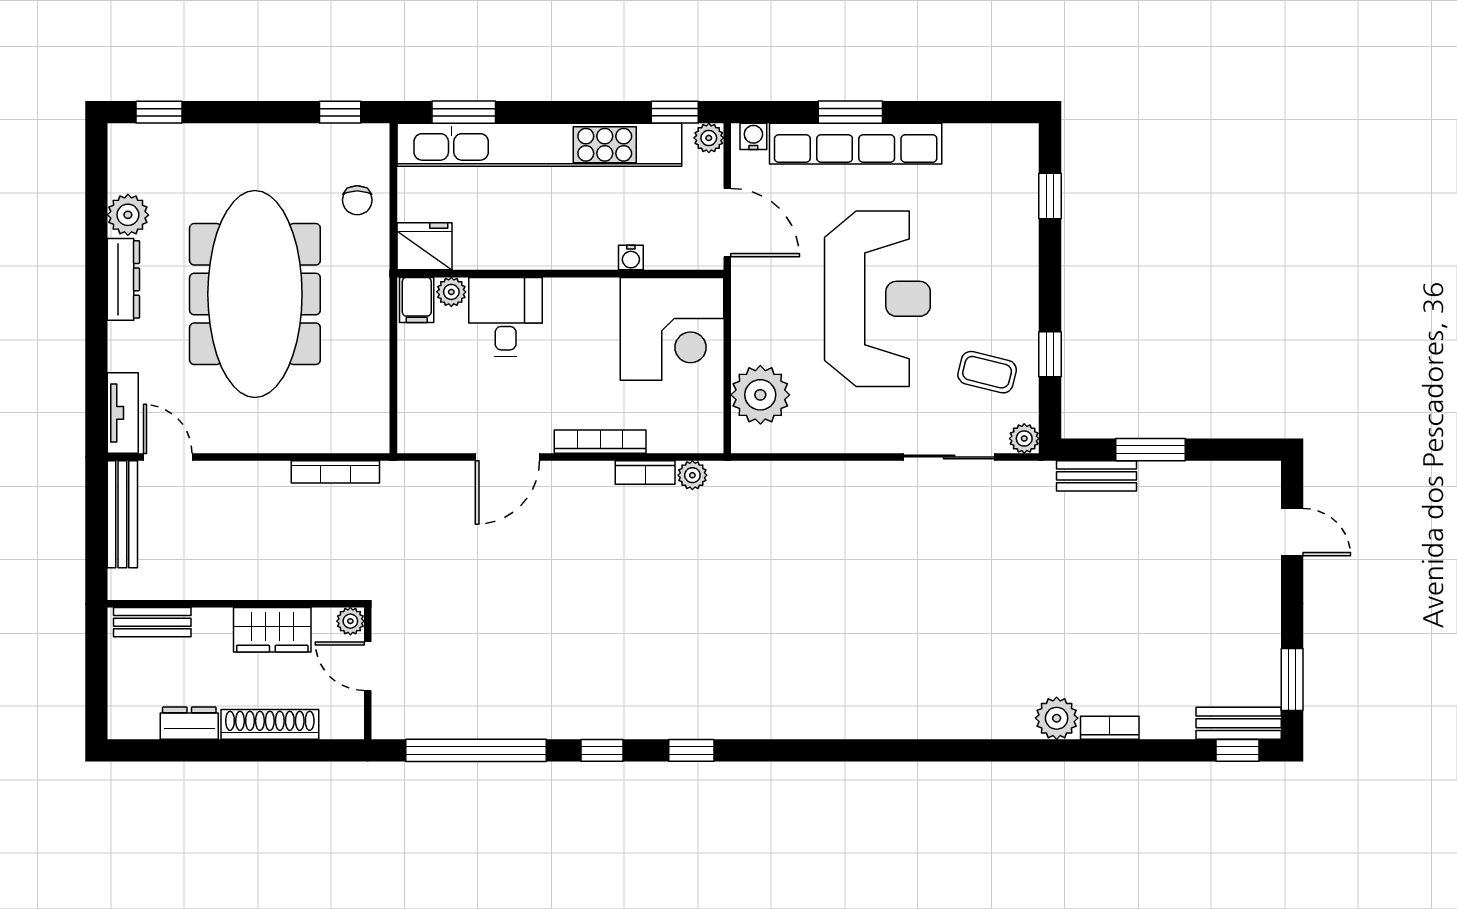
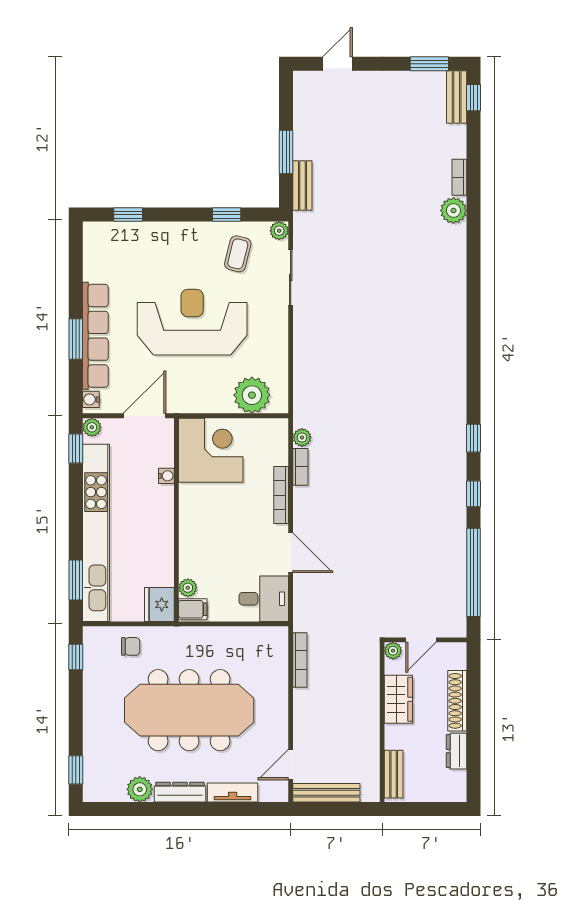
desk: (506, 317) -> (264, 599), moved, turned 180
tv unit: (123, 413) -> (233, 793), moved

